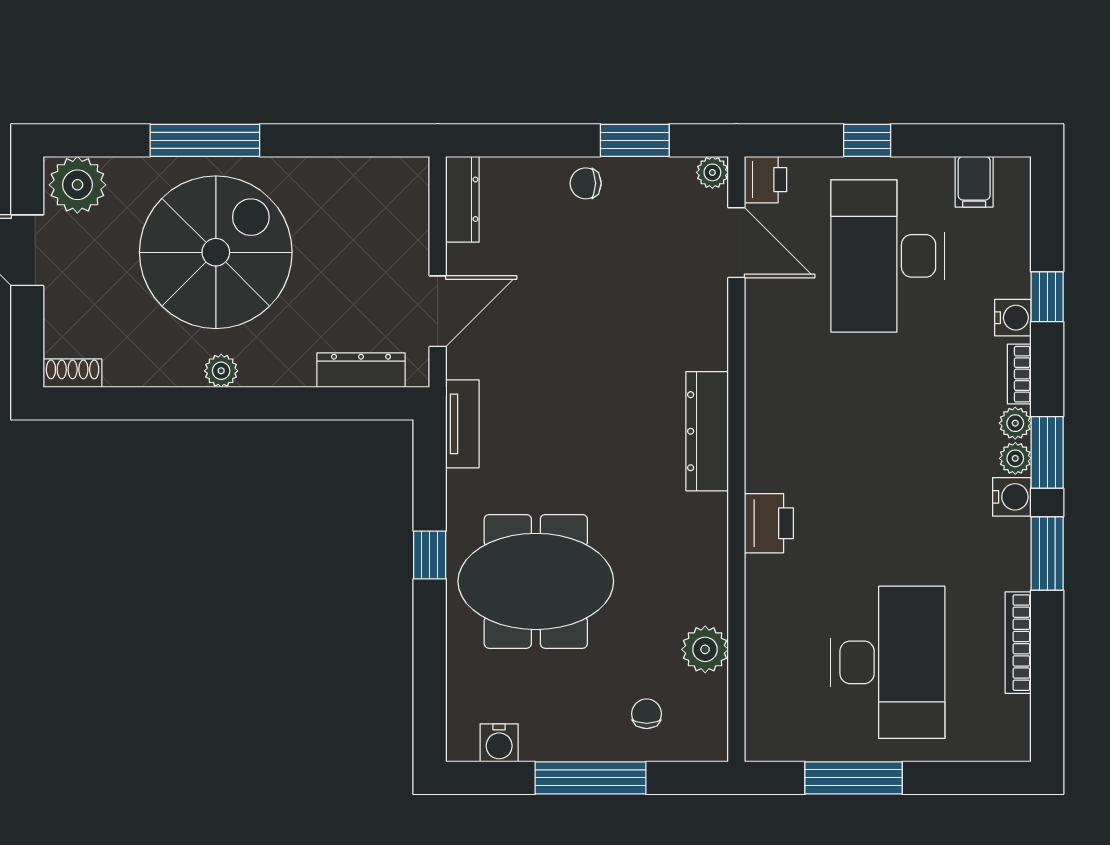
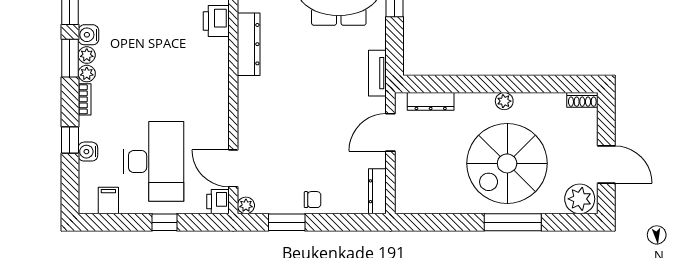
water cooler: (1013, 318) -> (88, 152), moved
dresser: (707, 431) -> (249, 44), moved

